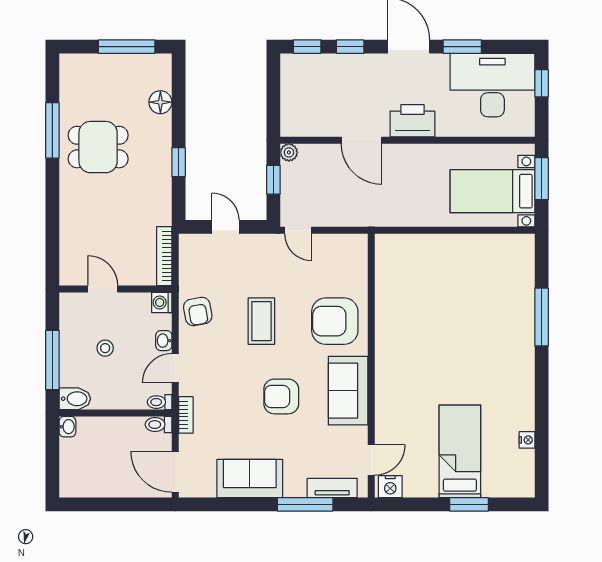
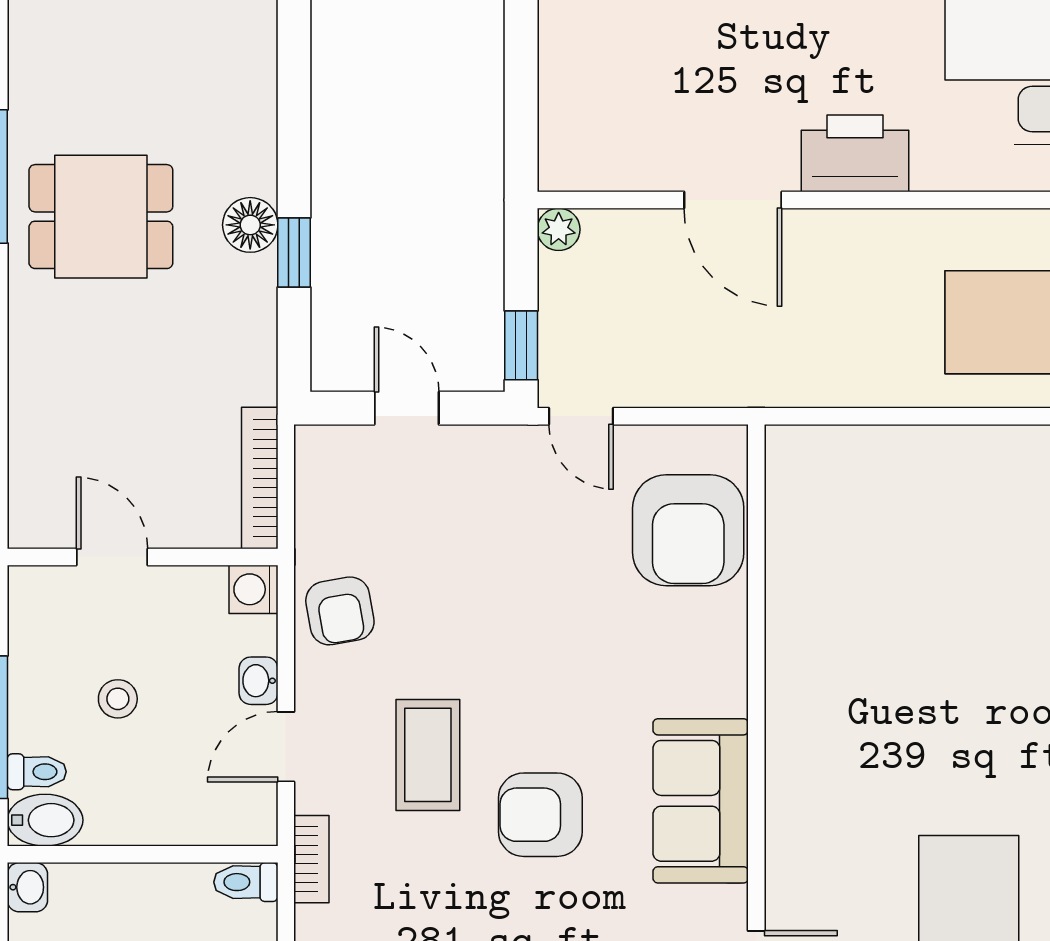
floor lamp: (160, 102) -> (250, 225), moved
window: (273, 180) -> (521, 345), moved
coffee table: (261, 321) -> (428, 755), moved
armchair: (335, 321) -> (688, 530), moved, turned -90
toilet: (160, 402) -> (37, 772), moved, turned 180

